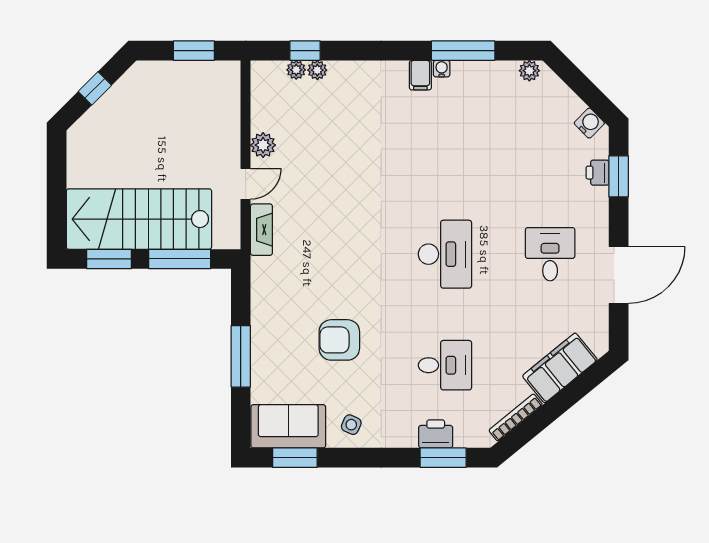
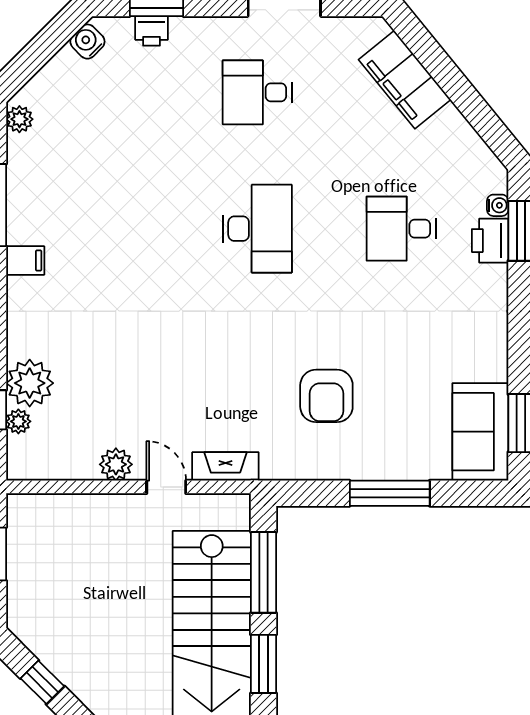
water cooler: (442, 69) -> (498, 205), moved, turned 180
plant: (317, 70) -> (30, 383), width x1.87, depth x1.87
desk: (445, 254) -> (257, 229), turned 90
armchair: (339, 340) -> (326, 396), moved
desk: (445, 365) -> (401, 229), turned -90
bookcase: (516, 418) -> (469, 137), removed
side table: (351, 425) -> (478, 350), removed

